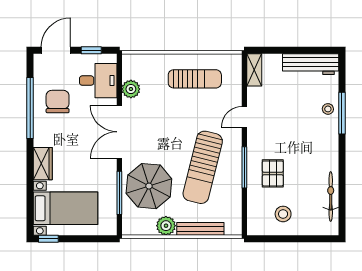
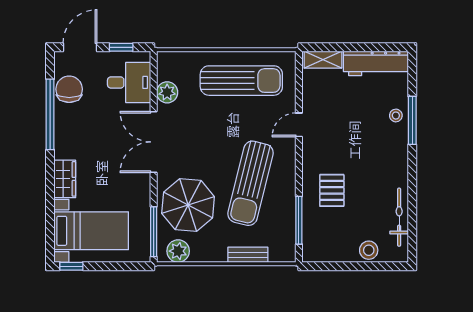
shelving: (254, 70) -> (323, 60), moved, turned 90
sun lounger: (195, 79) -> (241, 81), width x1.36, depth x1.34
chair: (58, 102) -> (69, 89), moved
window: (244, 167) -> (299, 220), moved
window: (119, 193) -> (154, 232), moved
stool: (283, 214) -> (369, 250), moved
plant: (166, 226) -> (178, 251), moved
bench: (200, 229) -> (248, 255), width x0.73

